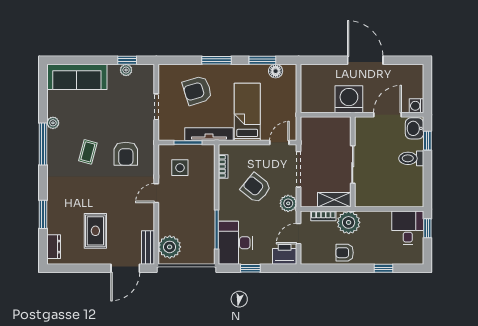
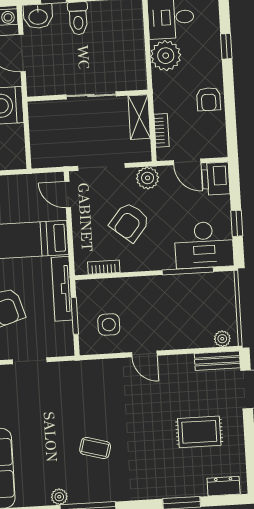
armchair: (126, 154) -> (94, 398), removed
plant: (349, 222) -> (166, 56), moved
plant: (170, 247) -> (222, 339), width x0.53, depth x0.53

